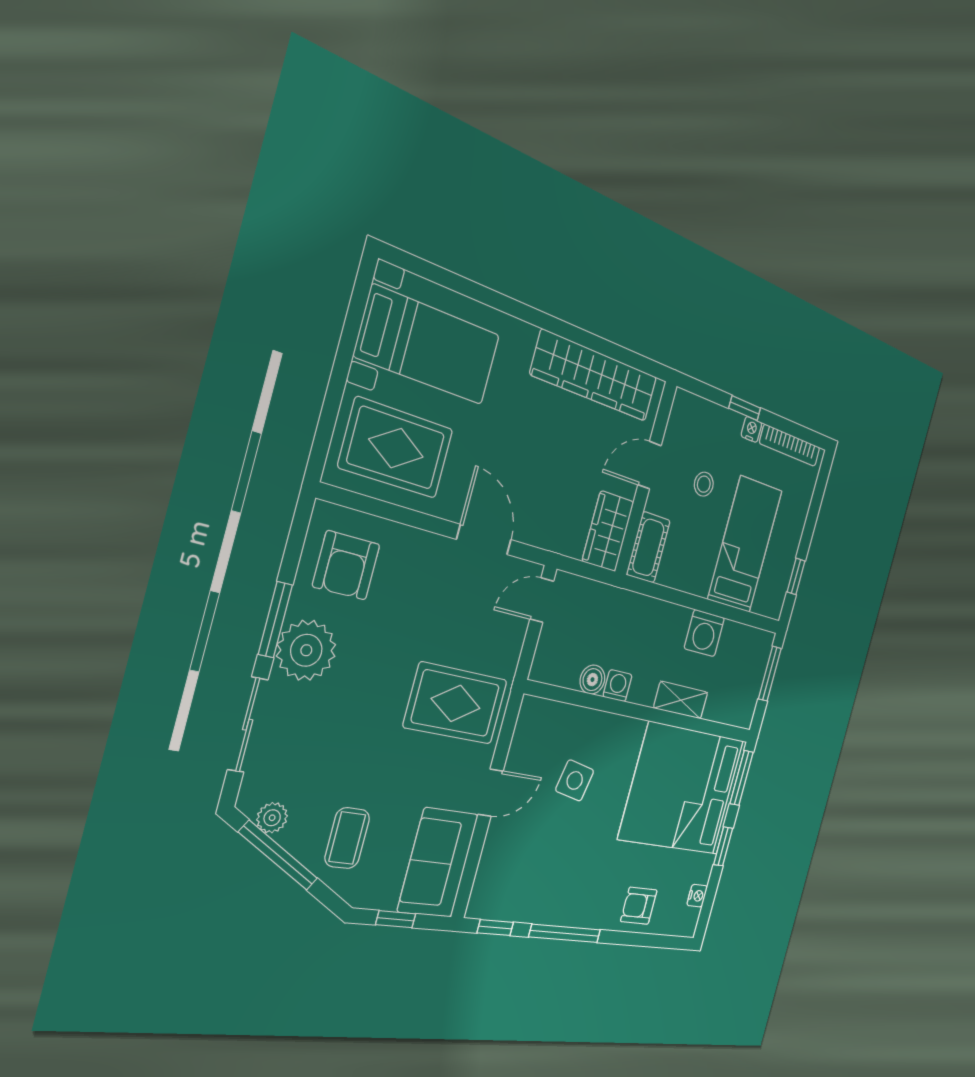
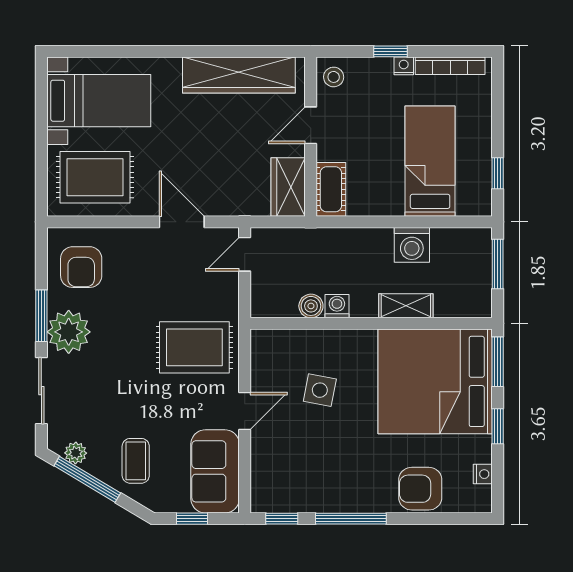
stool: (704, 484) -> (334, 77), moved
armchair: (639, 906) -> (420, 489), width x1.38, depth x1.38

